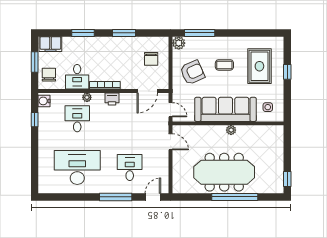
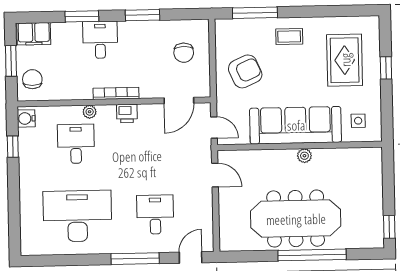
plant: (179, 43) -> (224, 28), removed
coffee table: (224, 65) -> (289, 37), moved
desk: (77, 77) -> (100, 40), moved, turned 180

